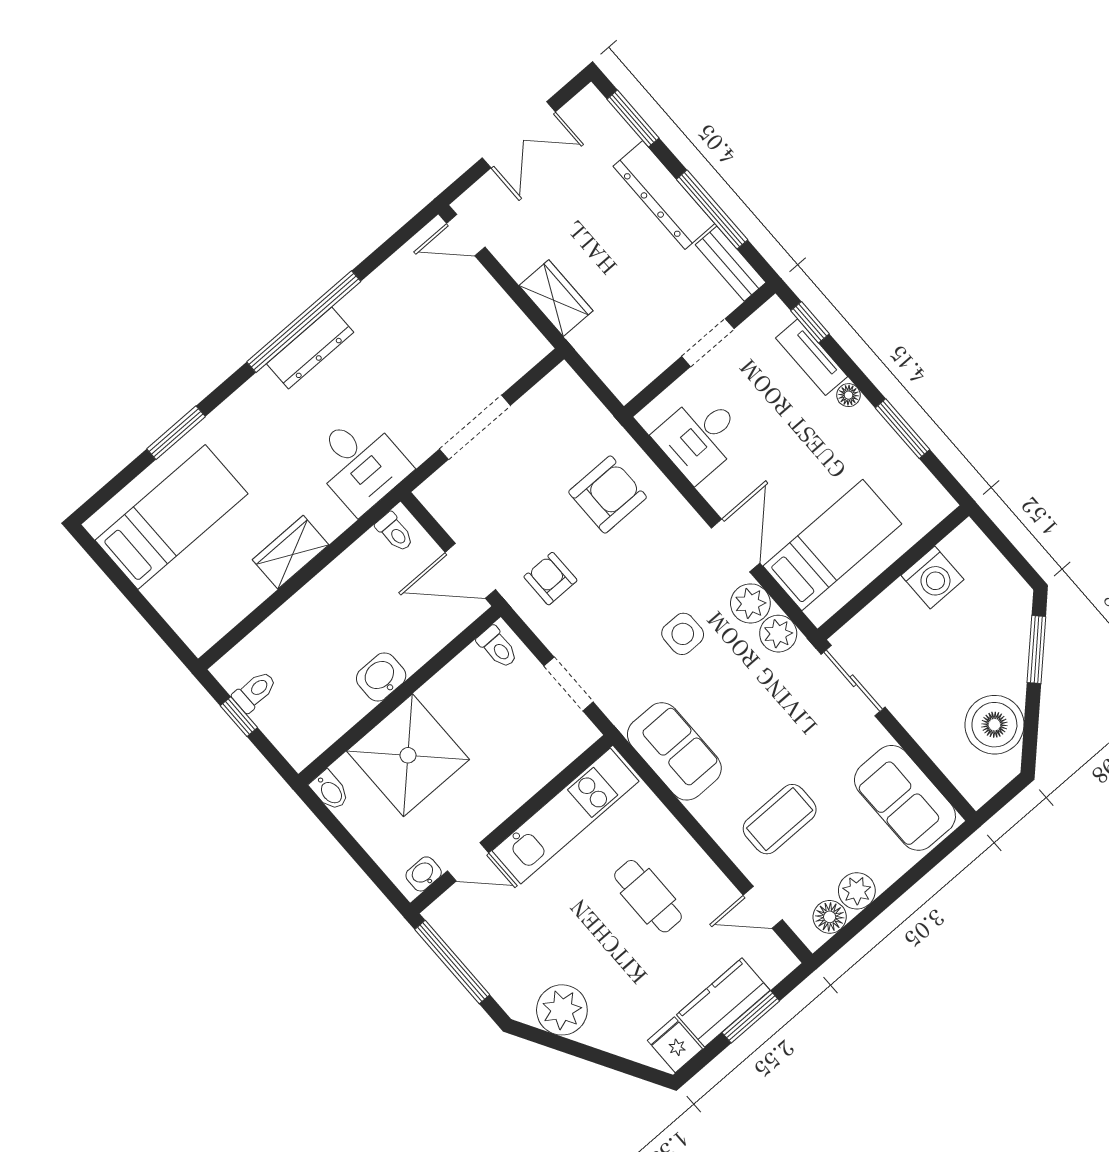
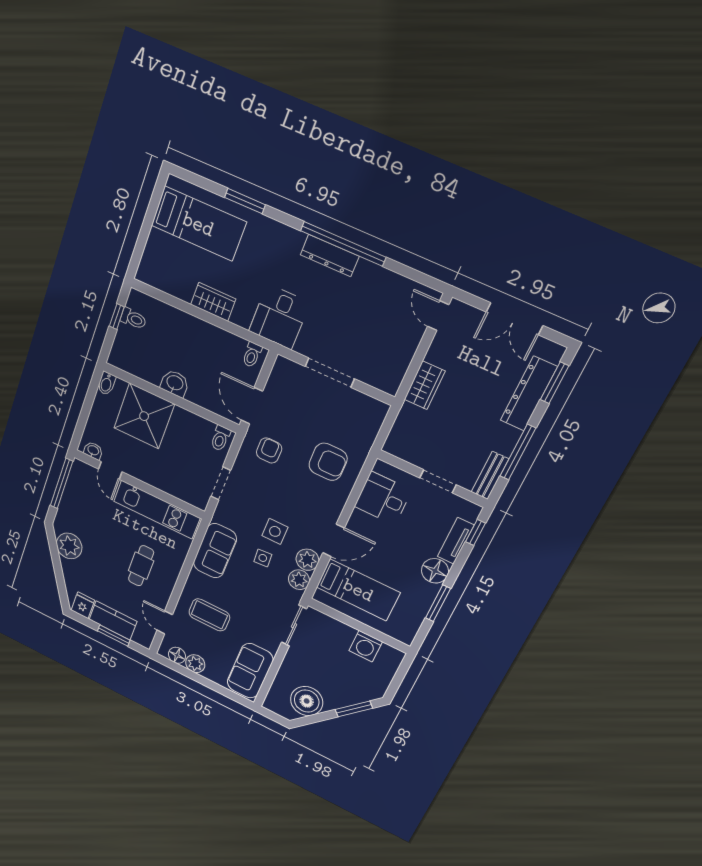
dresser: (664, 195) -> (529, 394), moved
floor lamp: (849, 395) -> (435, 571), width x1.89, depth x1.89
side table: (718, 676) -> (263, 558), added

